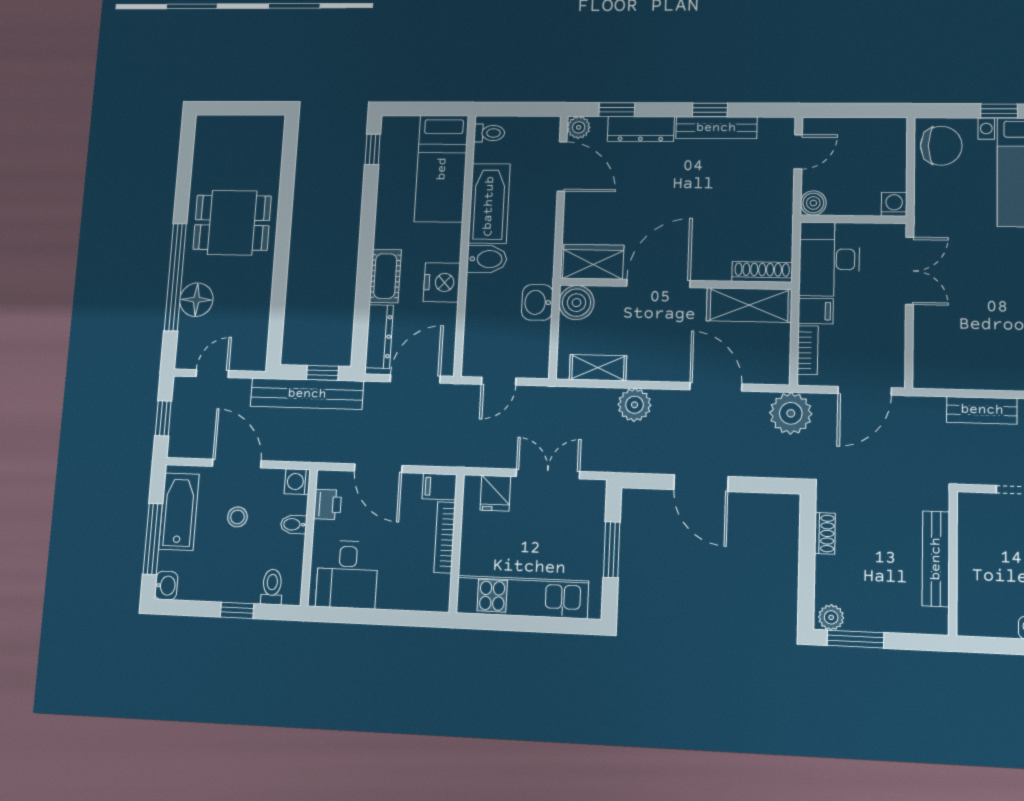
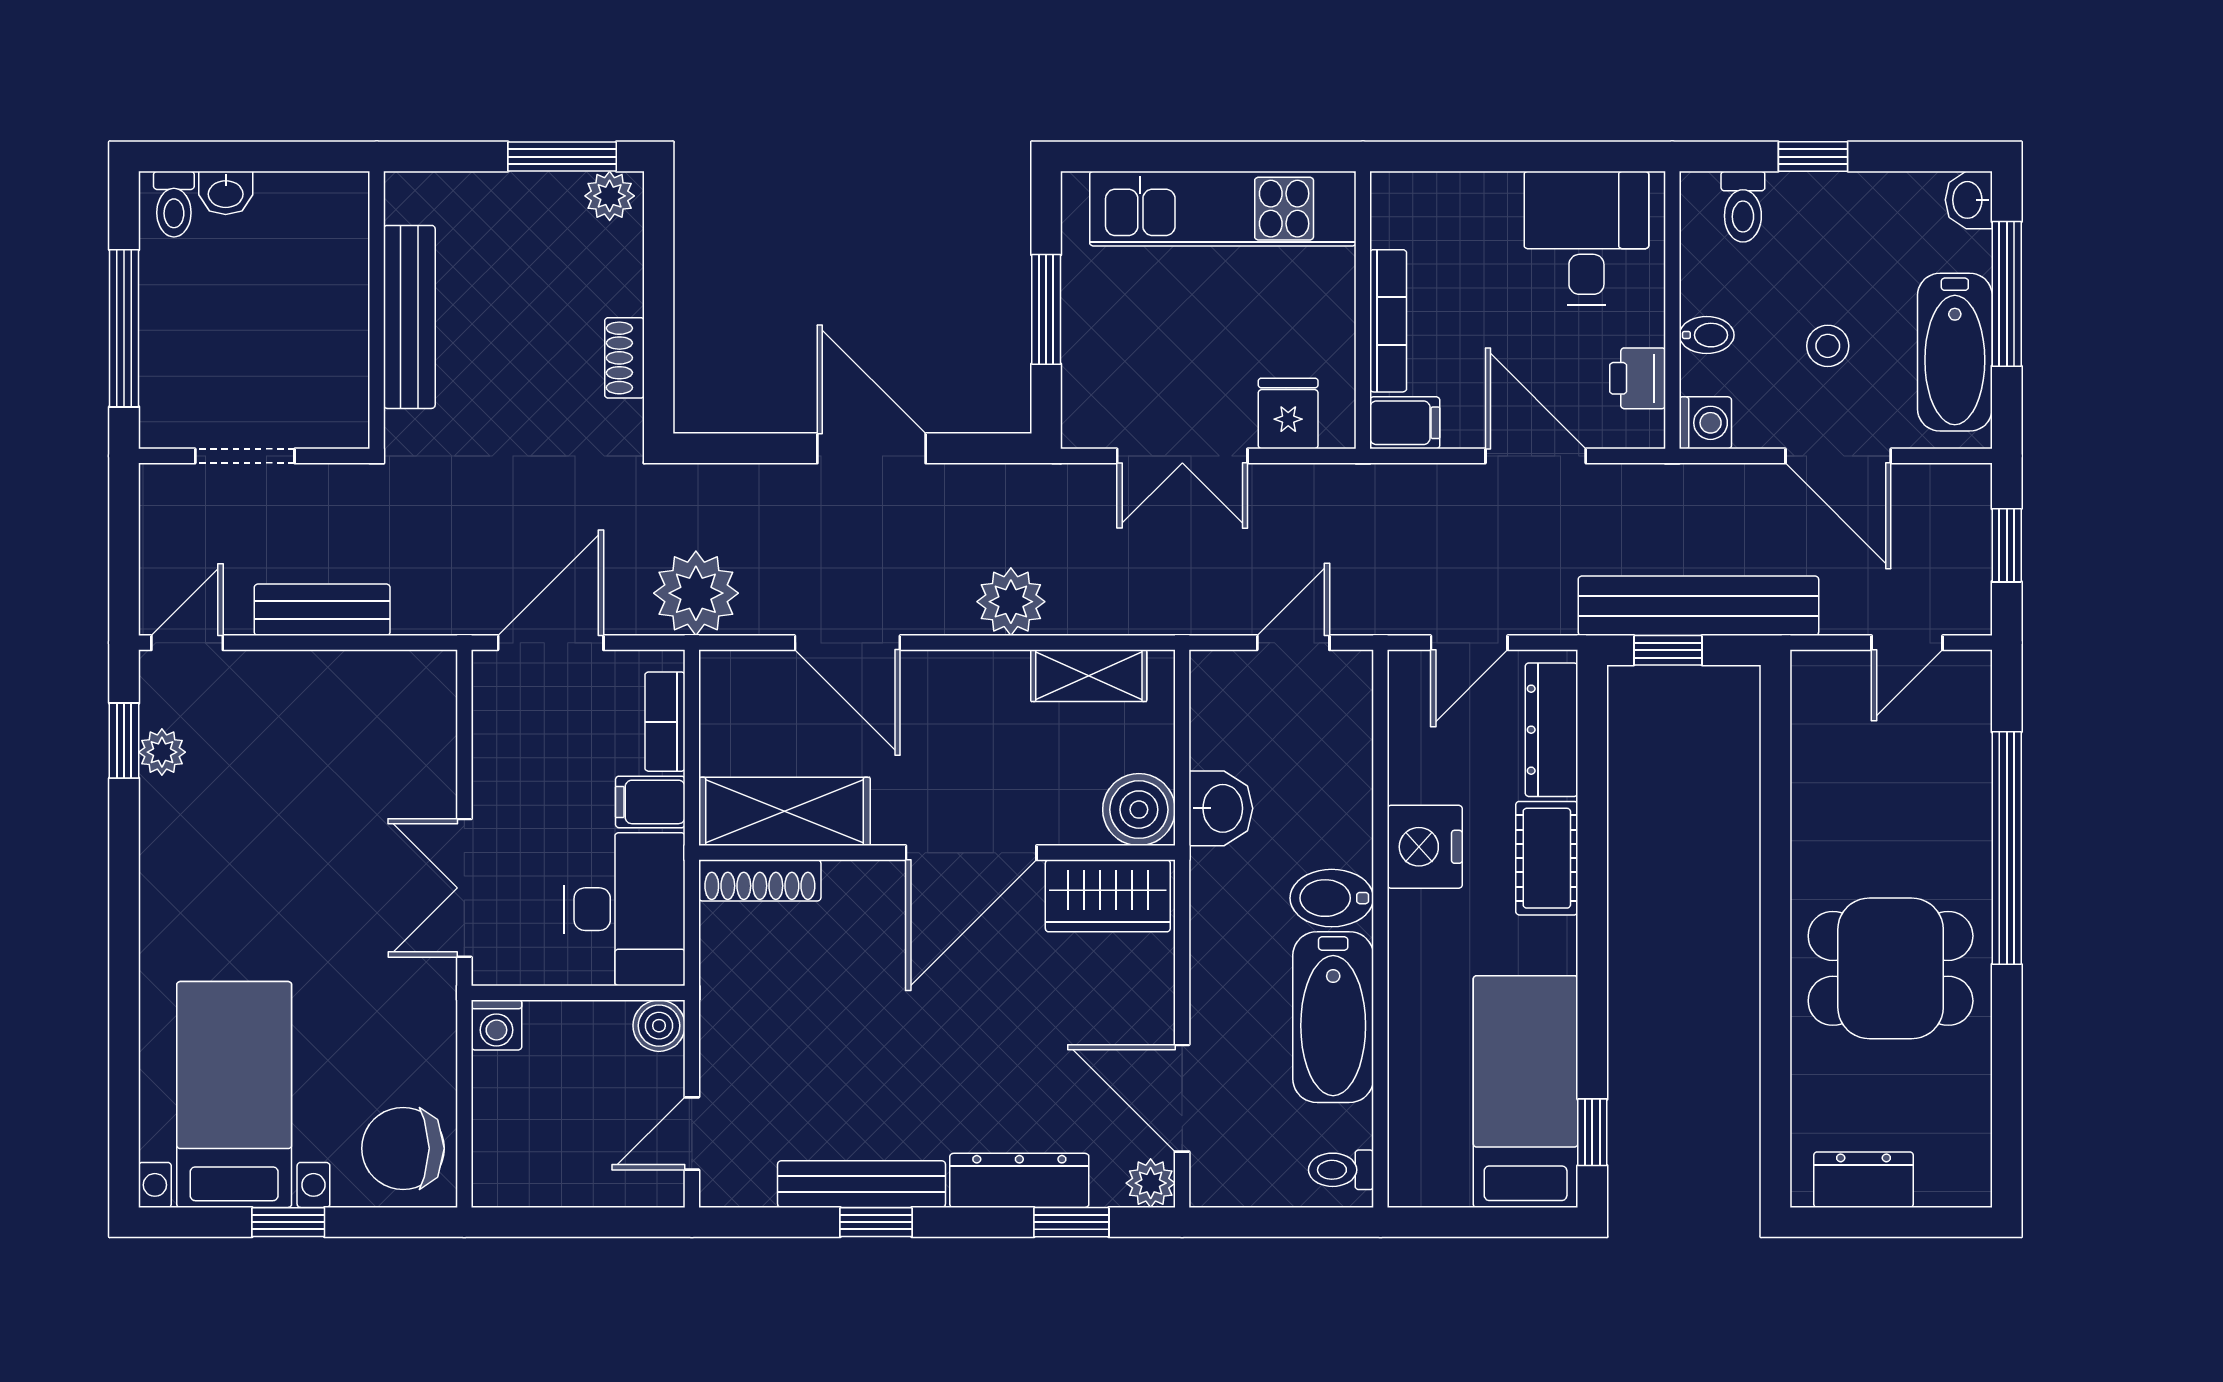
dresser: (252, 127) -> (1863, 1180), added
bed: (442, 169) -> (1526, 1092), moved
floor lamp: (196, 300) -> (1956, 800), removed
door: (415, 379) -> (1469, 643), width x0.73

